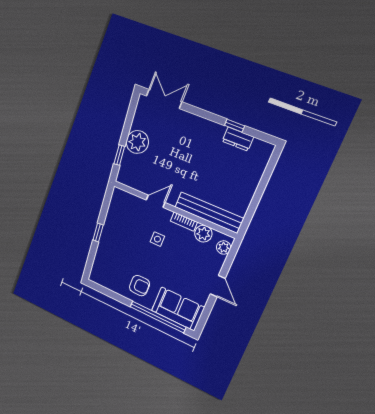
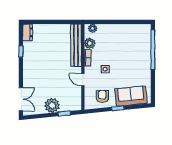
double door: (164, 99) -> (21, 99), swing flipped
dresser: (238, 139) -> (28, 32), moved
armchair: (139, 286) -> (102, 96), moved
door: (218, 286) -> (117, 22), removed
sofa: (178, 309) -> (131, 96), moved, turned 84

